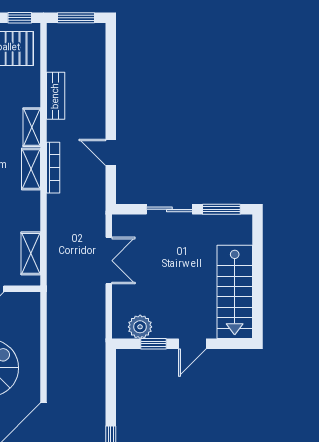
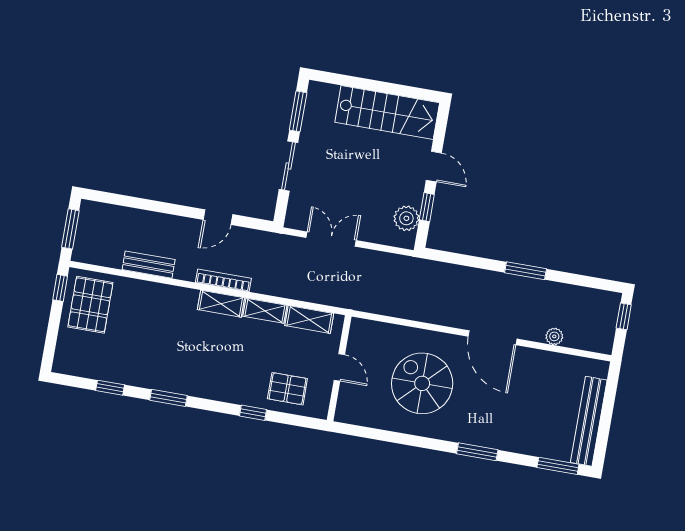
shelving: (32, 127) -> (265, 311), moved

